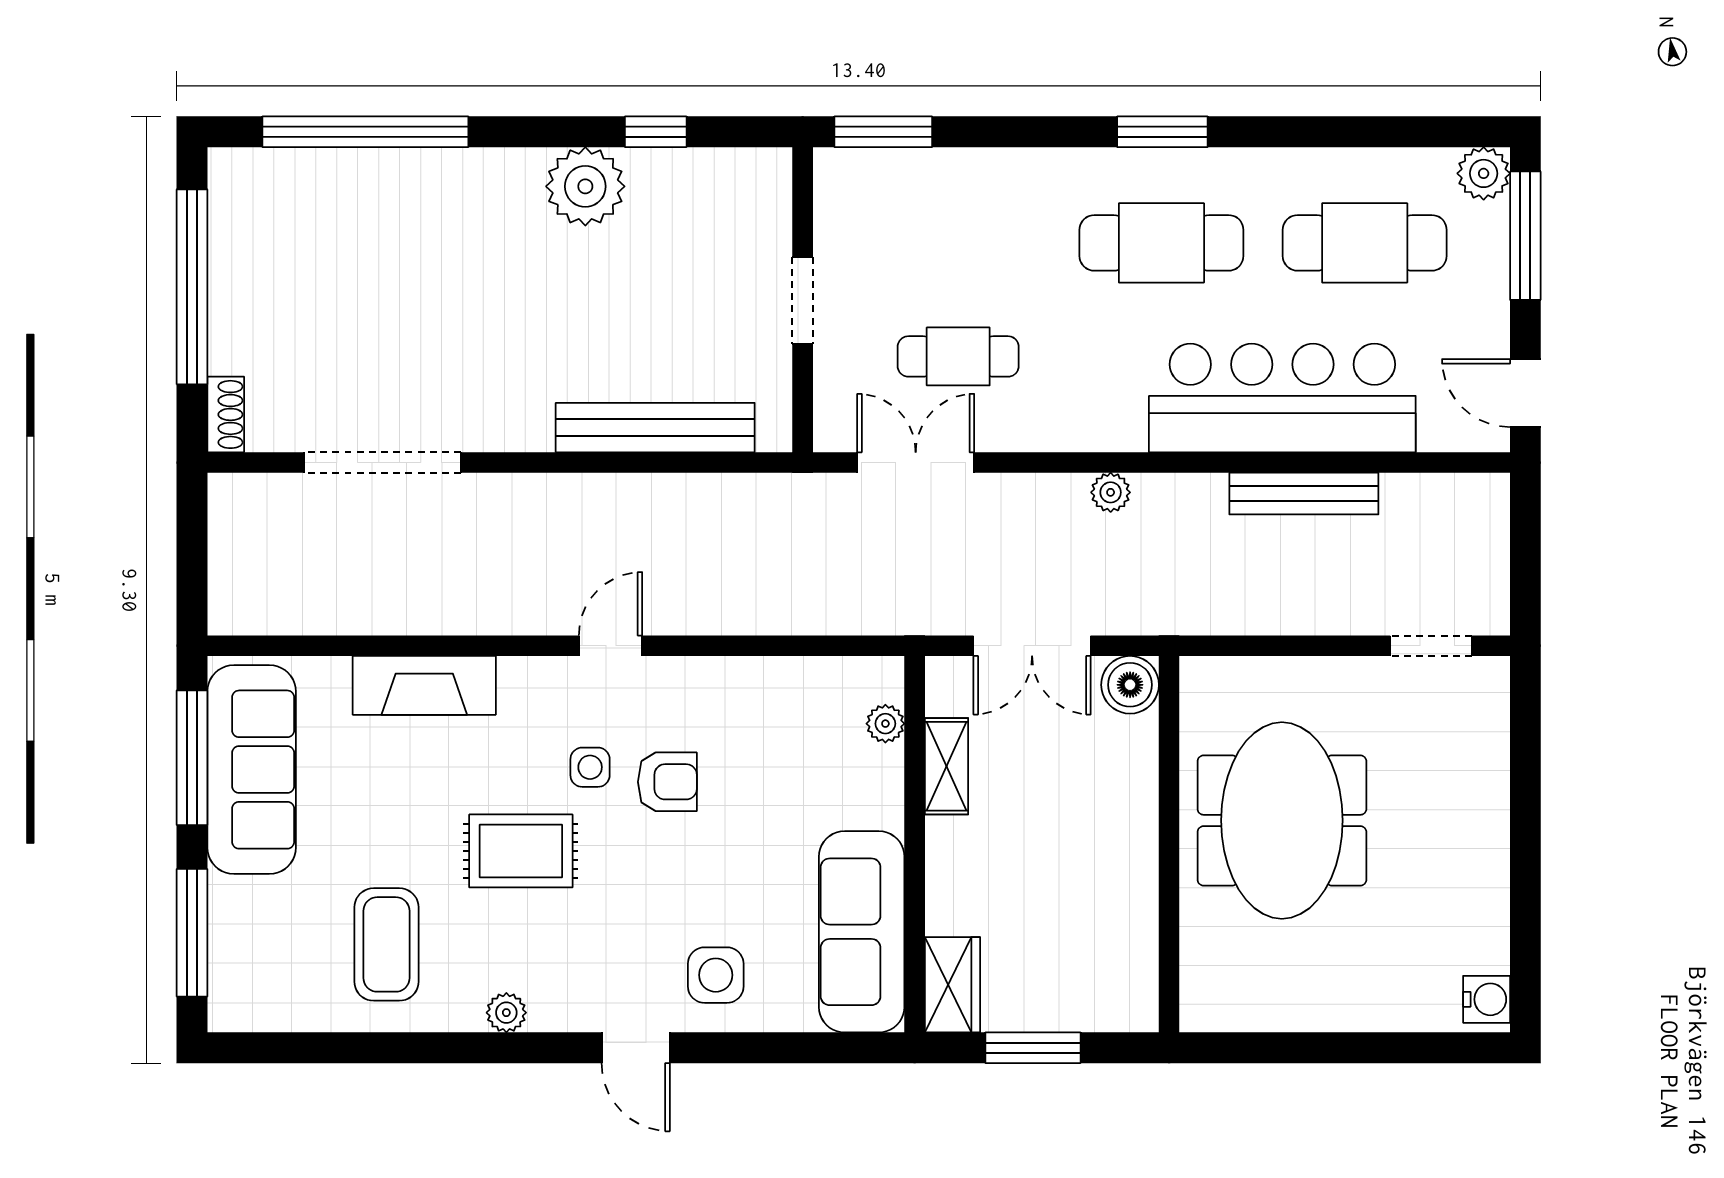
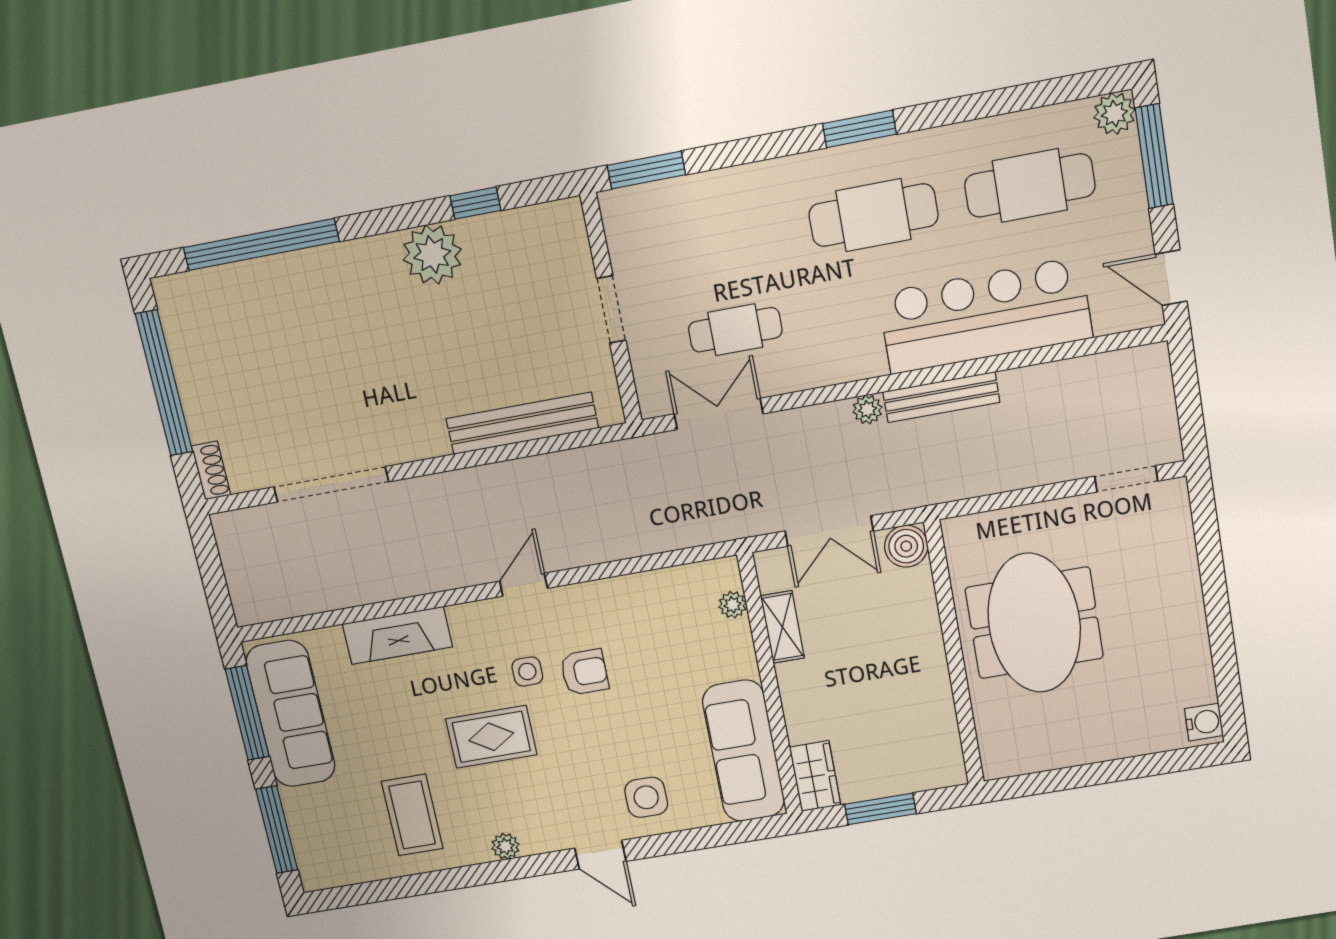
bench: (1304, 494) -> (941, 397), moved

